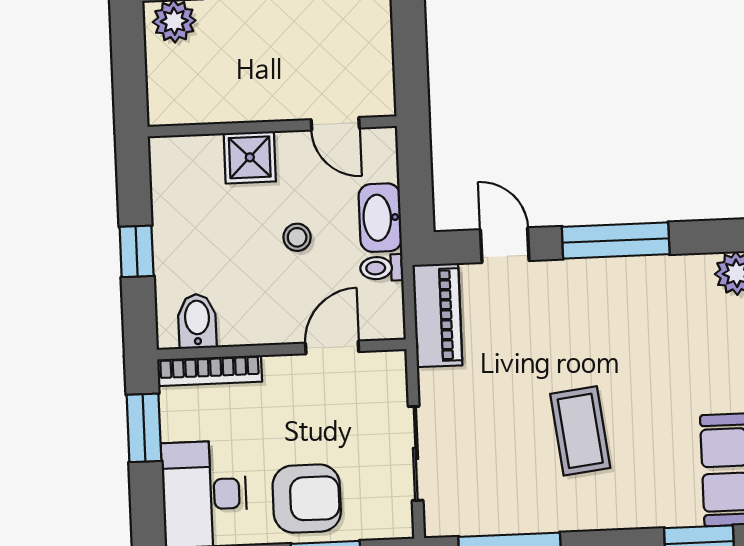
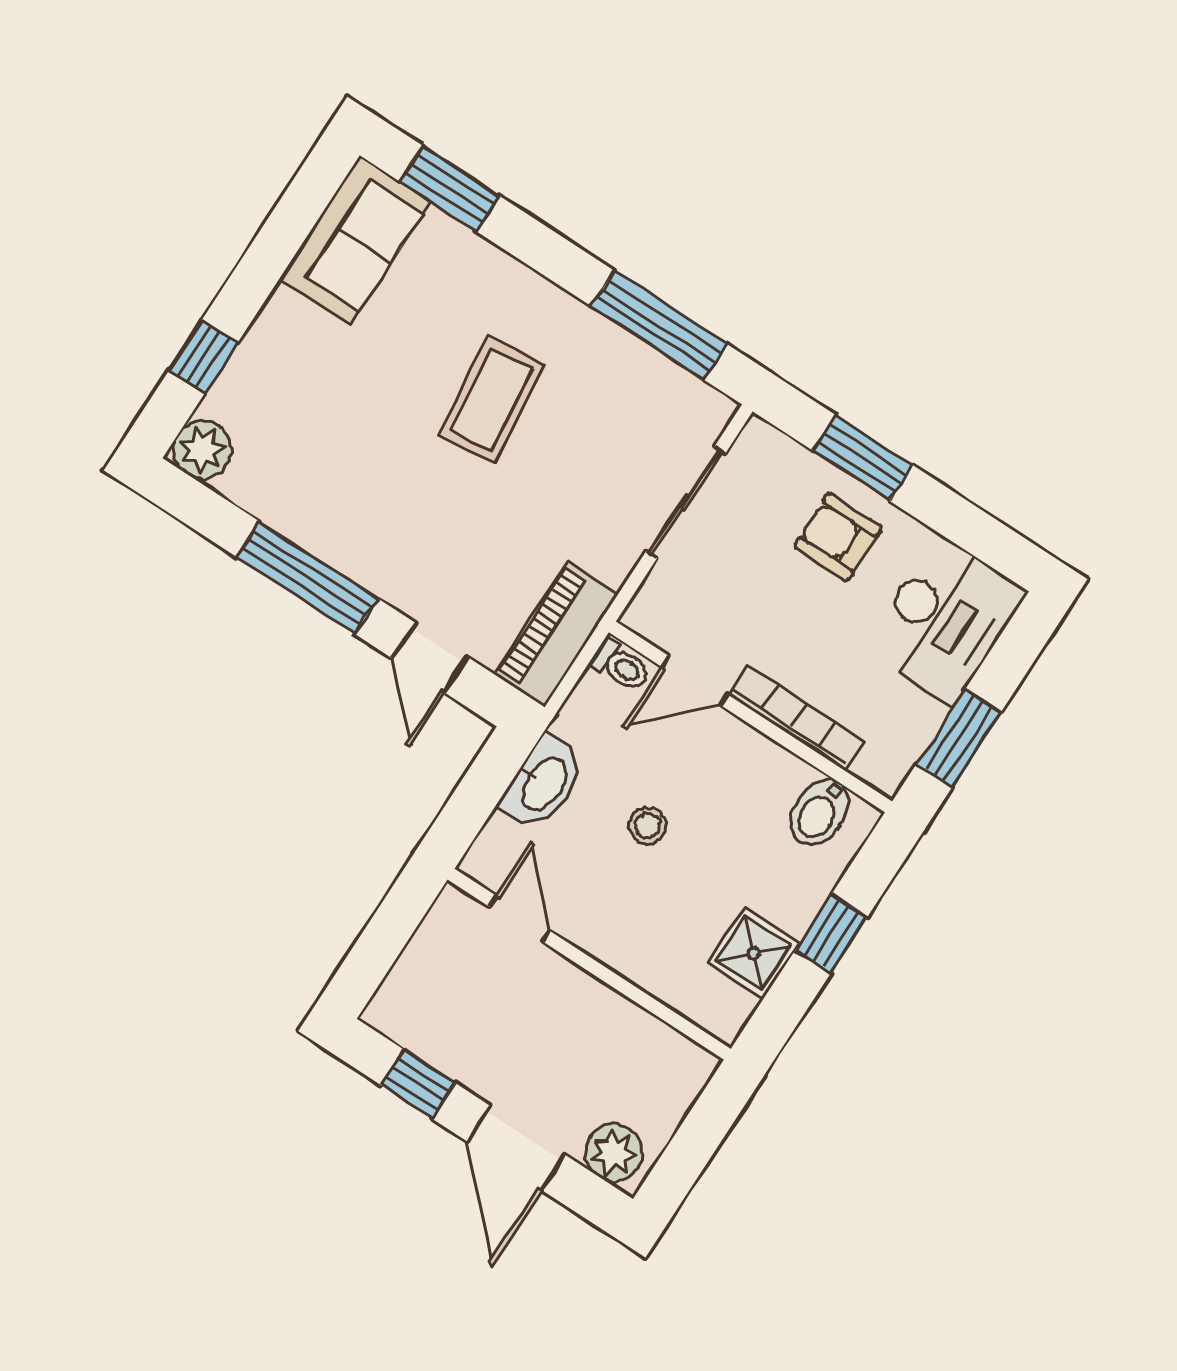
shower: (250, 157) -> (754, 953), moved
toilet: (382, 268) -> (620, 666), moved
bookcase: (210, 371) -> (796, 718), moved
armchair: (307, 499) -> (838, 537), width x0.72, depth x0.72

